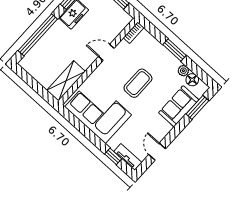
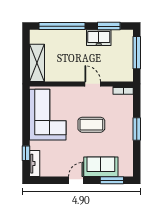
plant: (183, 71) -> (128, 148), removed
floor lamp: (192, 80) -> (127, 160), removed
shelving: (66, 81) -> (37, 63), moved, turned 90
door: (157, 152) -> (76, 180), moved

